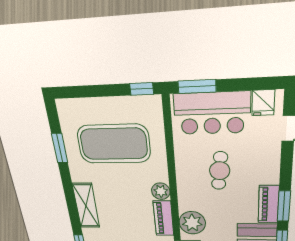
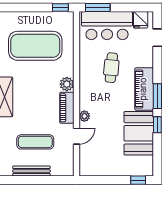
piano: (269, 204) -> (144, 89), width x1.37, depth x1.33
plant: (192, 223) -> (84, 116), width x0.53, depth x0.53

